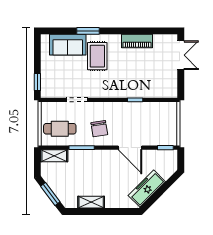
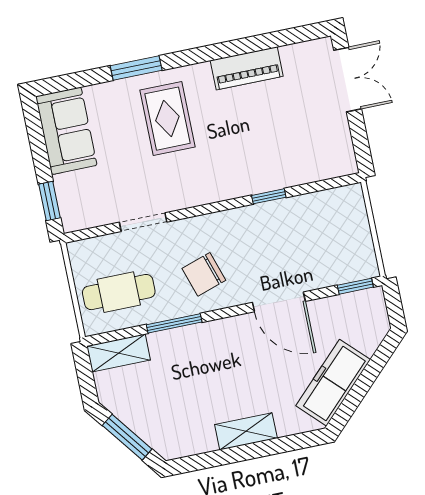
sofa: (68, 45) -> (66, 131), moved, turned -90
chair: (99, 129) -> (204, 274), turned 81
shelving: (91, 202) -> (246, 431), moved

